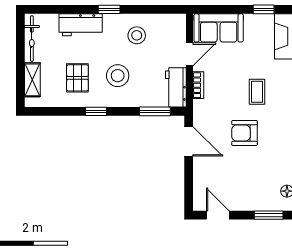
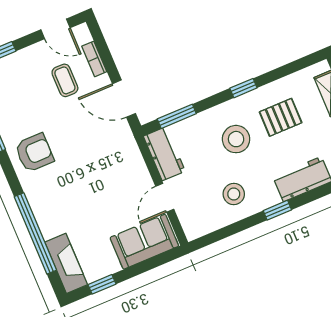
pallet: (77, 78) -> (281, 117), turned 90
bookcase: (198, 85) -> (94, 59), moved
coffee table: (257, 92) -> (65, 80), moved
armchair: (245, 133) -> (34, 153), moved

